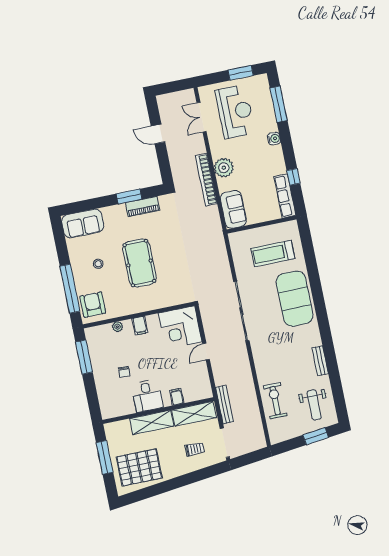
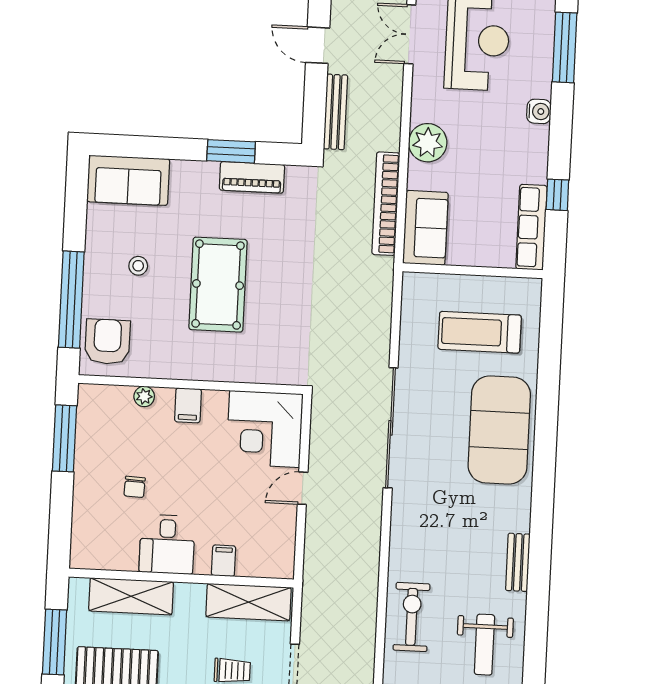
bookcase: (206, 180) -> (386, 204), moved
bench: (224, 405) -> (335, 112), moved
shelving: (152, 422) -> (131, 596), moved

